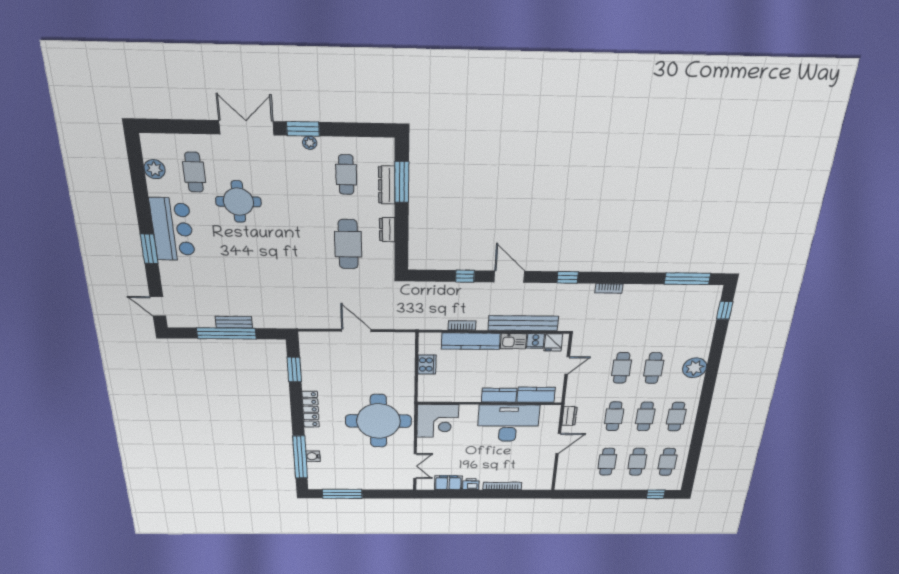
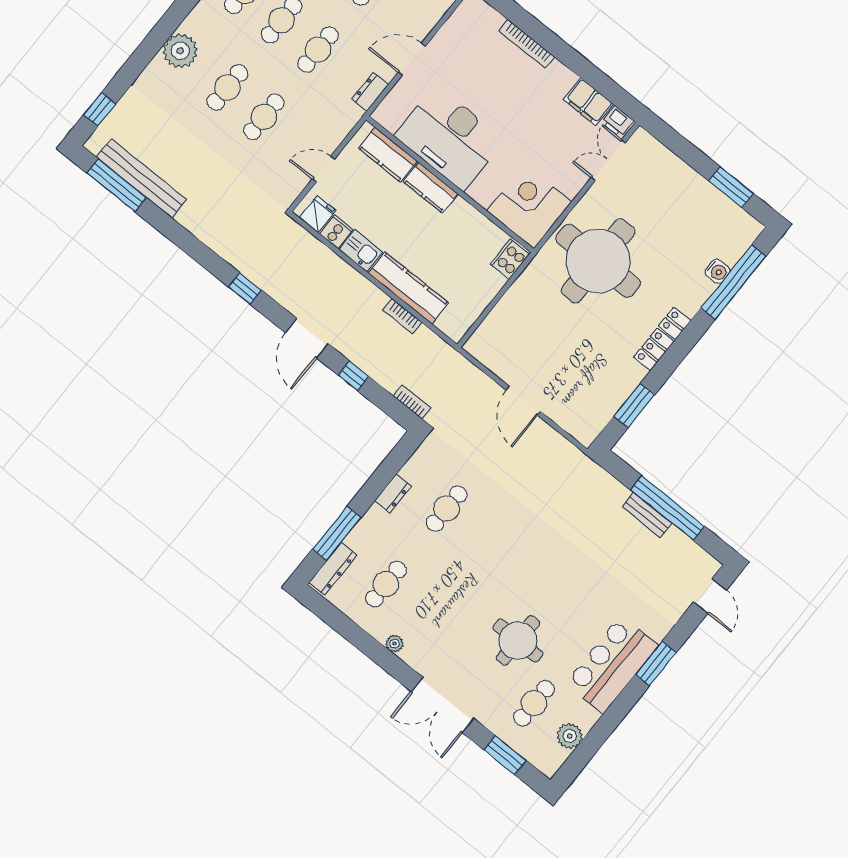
window: (303, 129) -> (505, 755), moved
dresser: (387, 185) -> (333, 569), moved
cafe table: (348, 244) -> (447, 509), width x0.73, depth x0.74
bookcase: (609, 288) -> (412, 402), moved
bench: (523, 323) -> (142, 178), moved
cooker: (427, 365) -> (510, 259), moved
printer: (471, 484) -> (618, 122), moved
window: (342, 494) -> (731, 187), width x0.69

